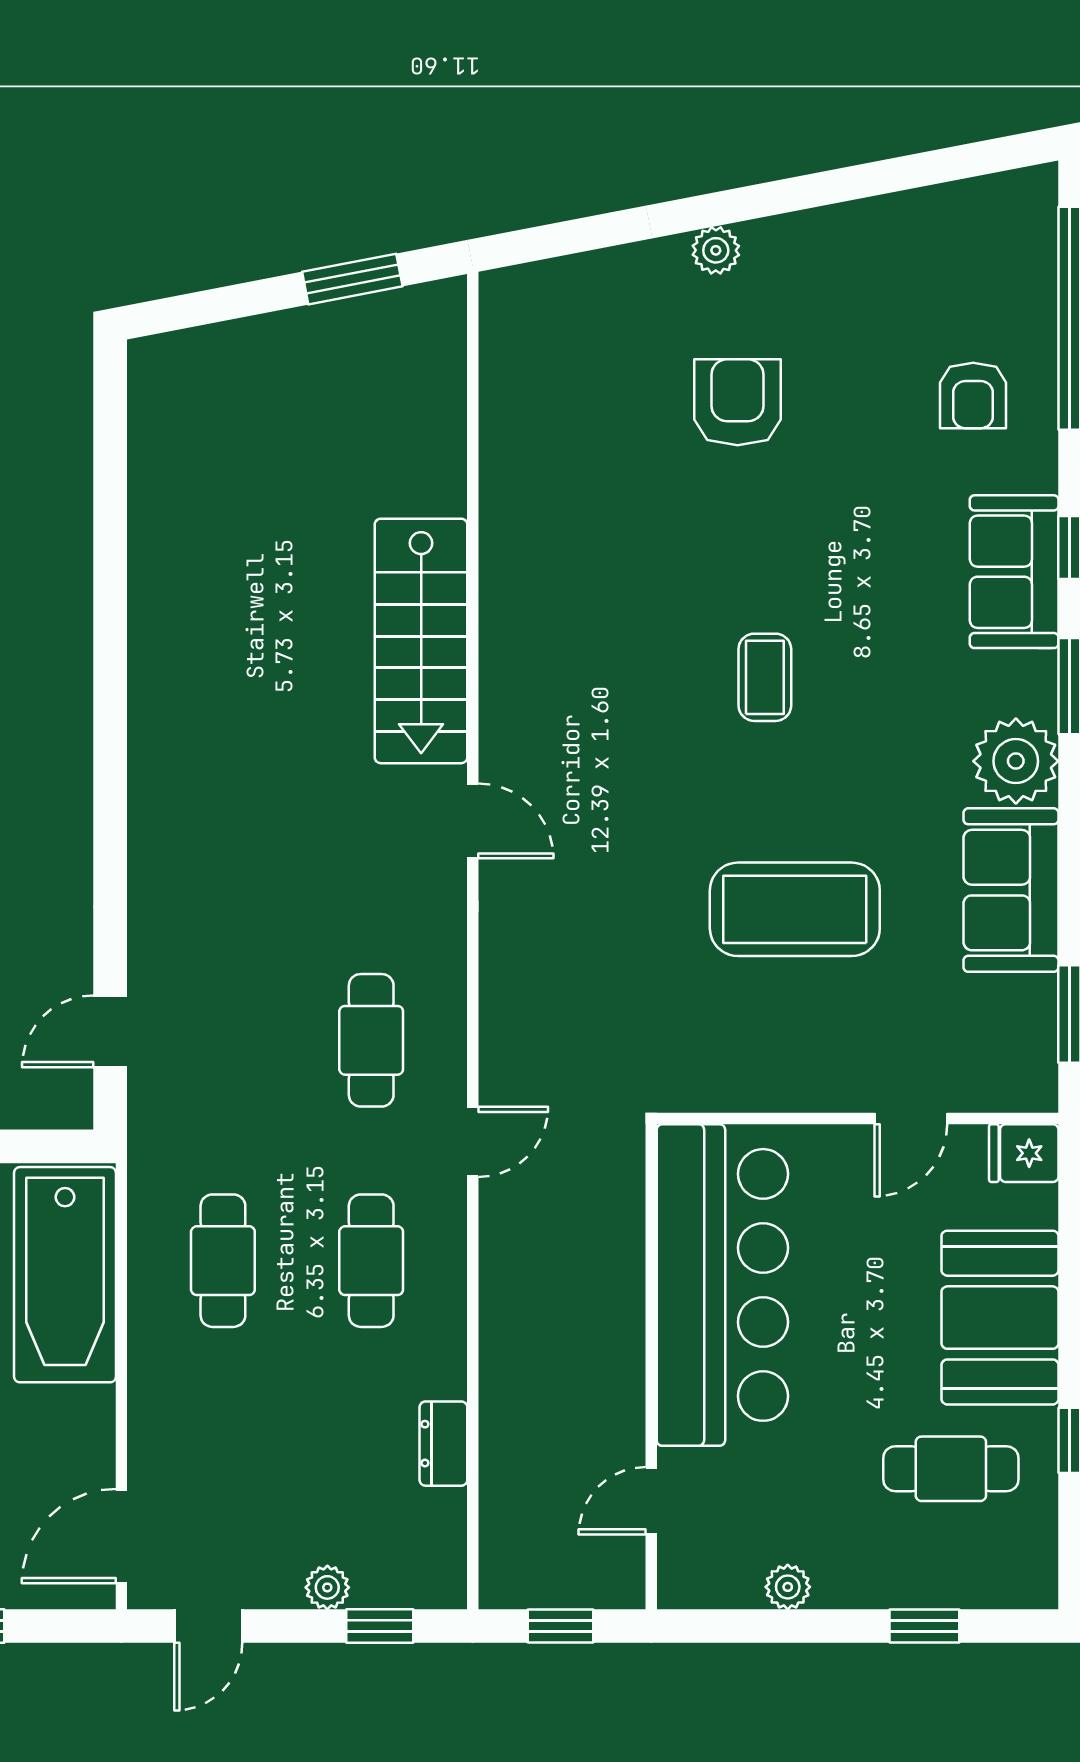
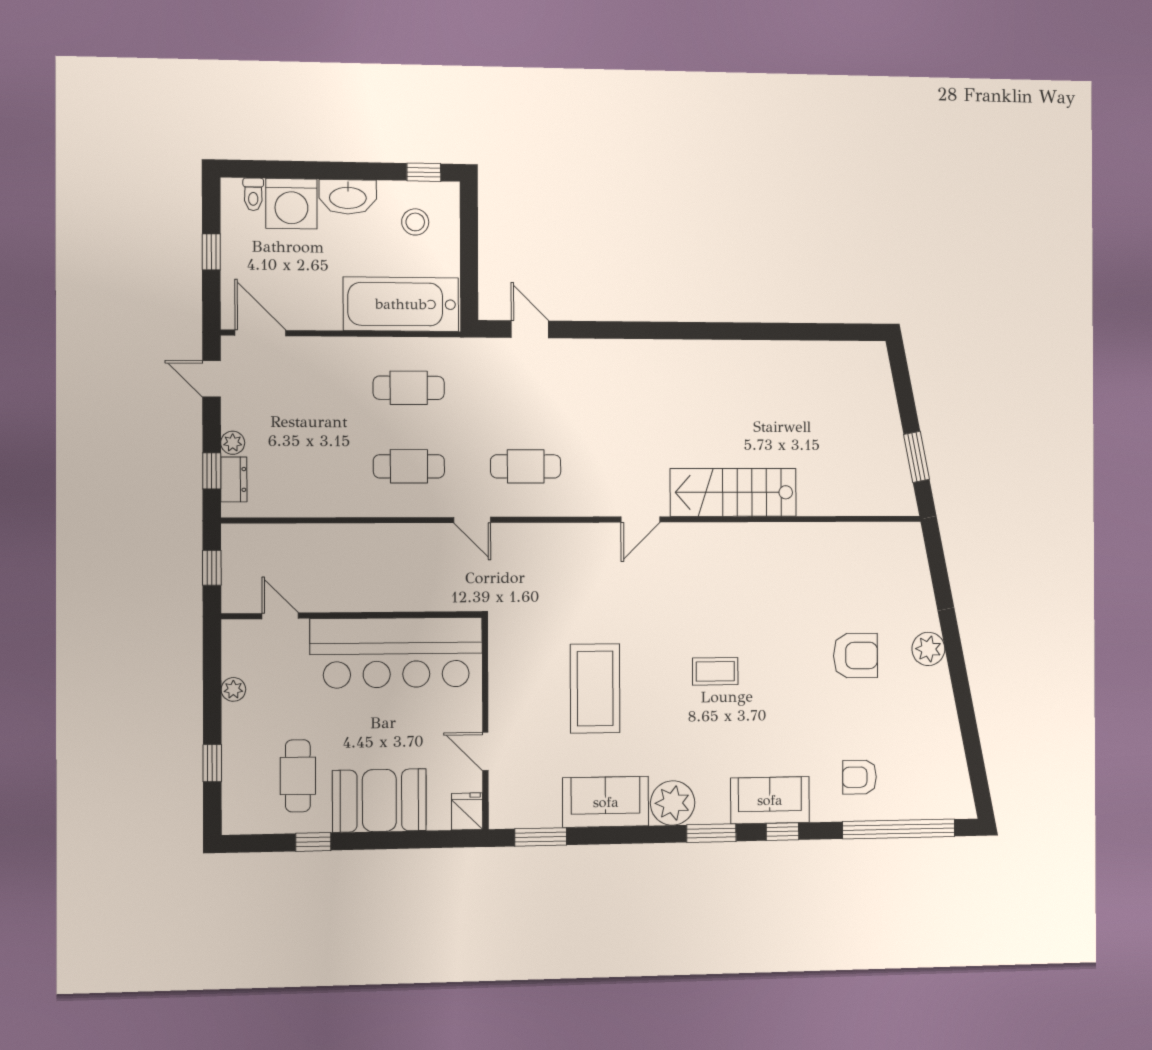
plant: (716, 250) -> (928, 649), width x1.38, depth x1.38
dresser: (443, 1444) -> (234, 479), moved, turned 90

